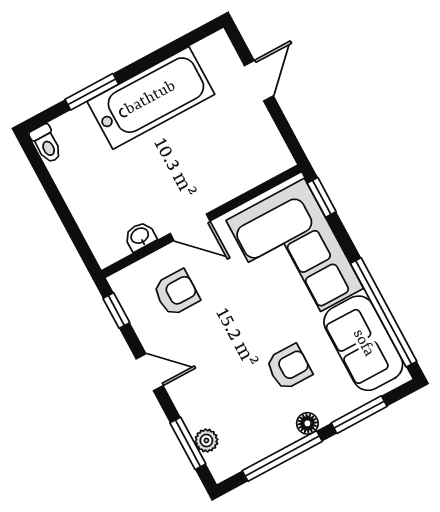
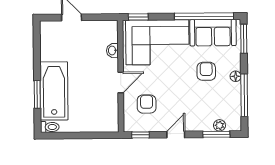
bathtub: (151, 98) -> (54, 91), moved
washbasin: (140, 236) -> (112, 50), moved
window: (359, 415) -> (244, 39), moved

